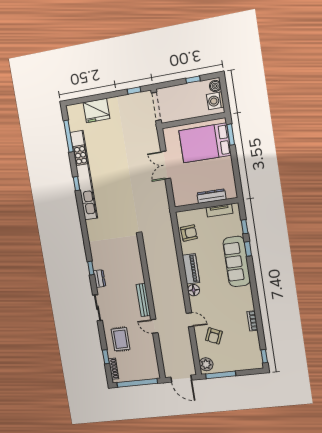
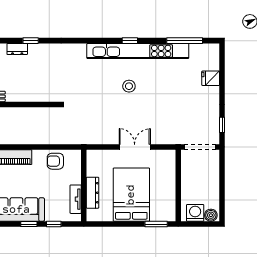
window: (193, 80) -> (222, 192), removed
fridge: (96, 110) -> (211, 78), width x0.53, depth x0.75
bed: (205, 143) -> (131, 195), moved
stool: (114, 178) -> (129, 86), added
armchair: (189, 233) -> (55, 161), turned 94

